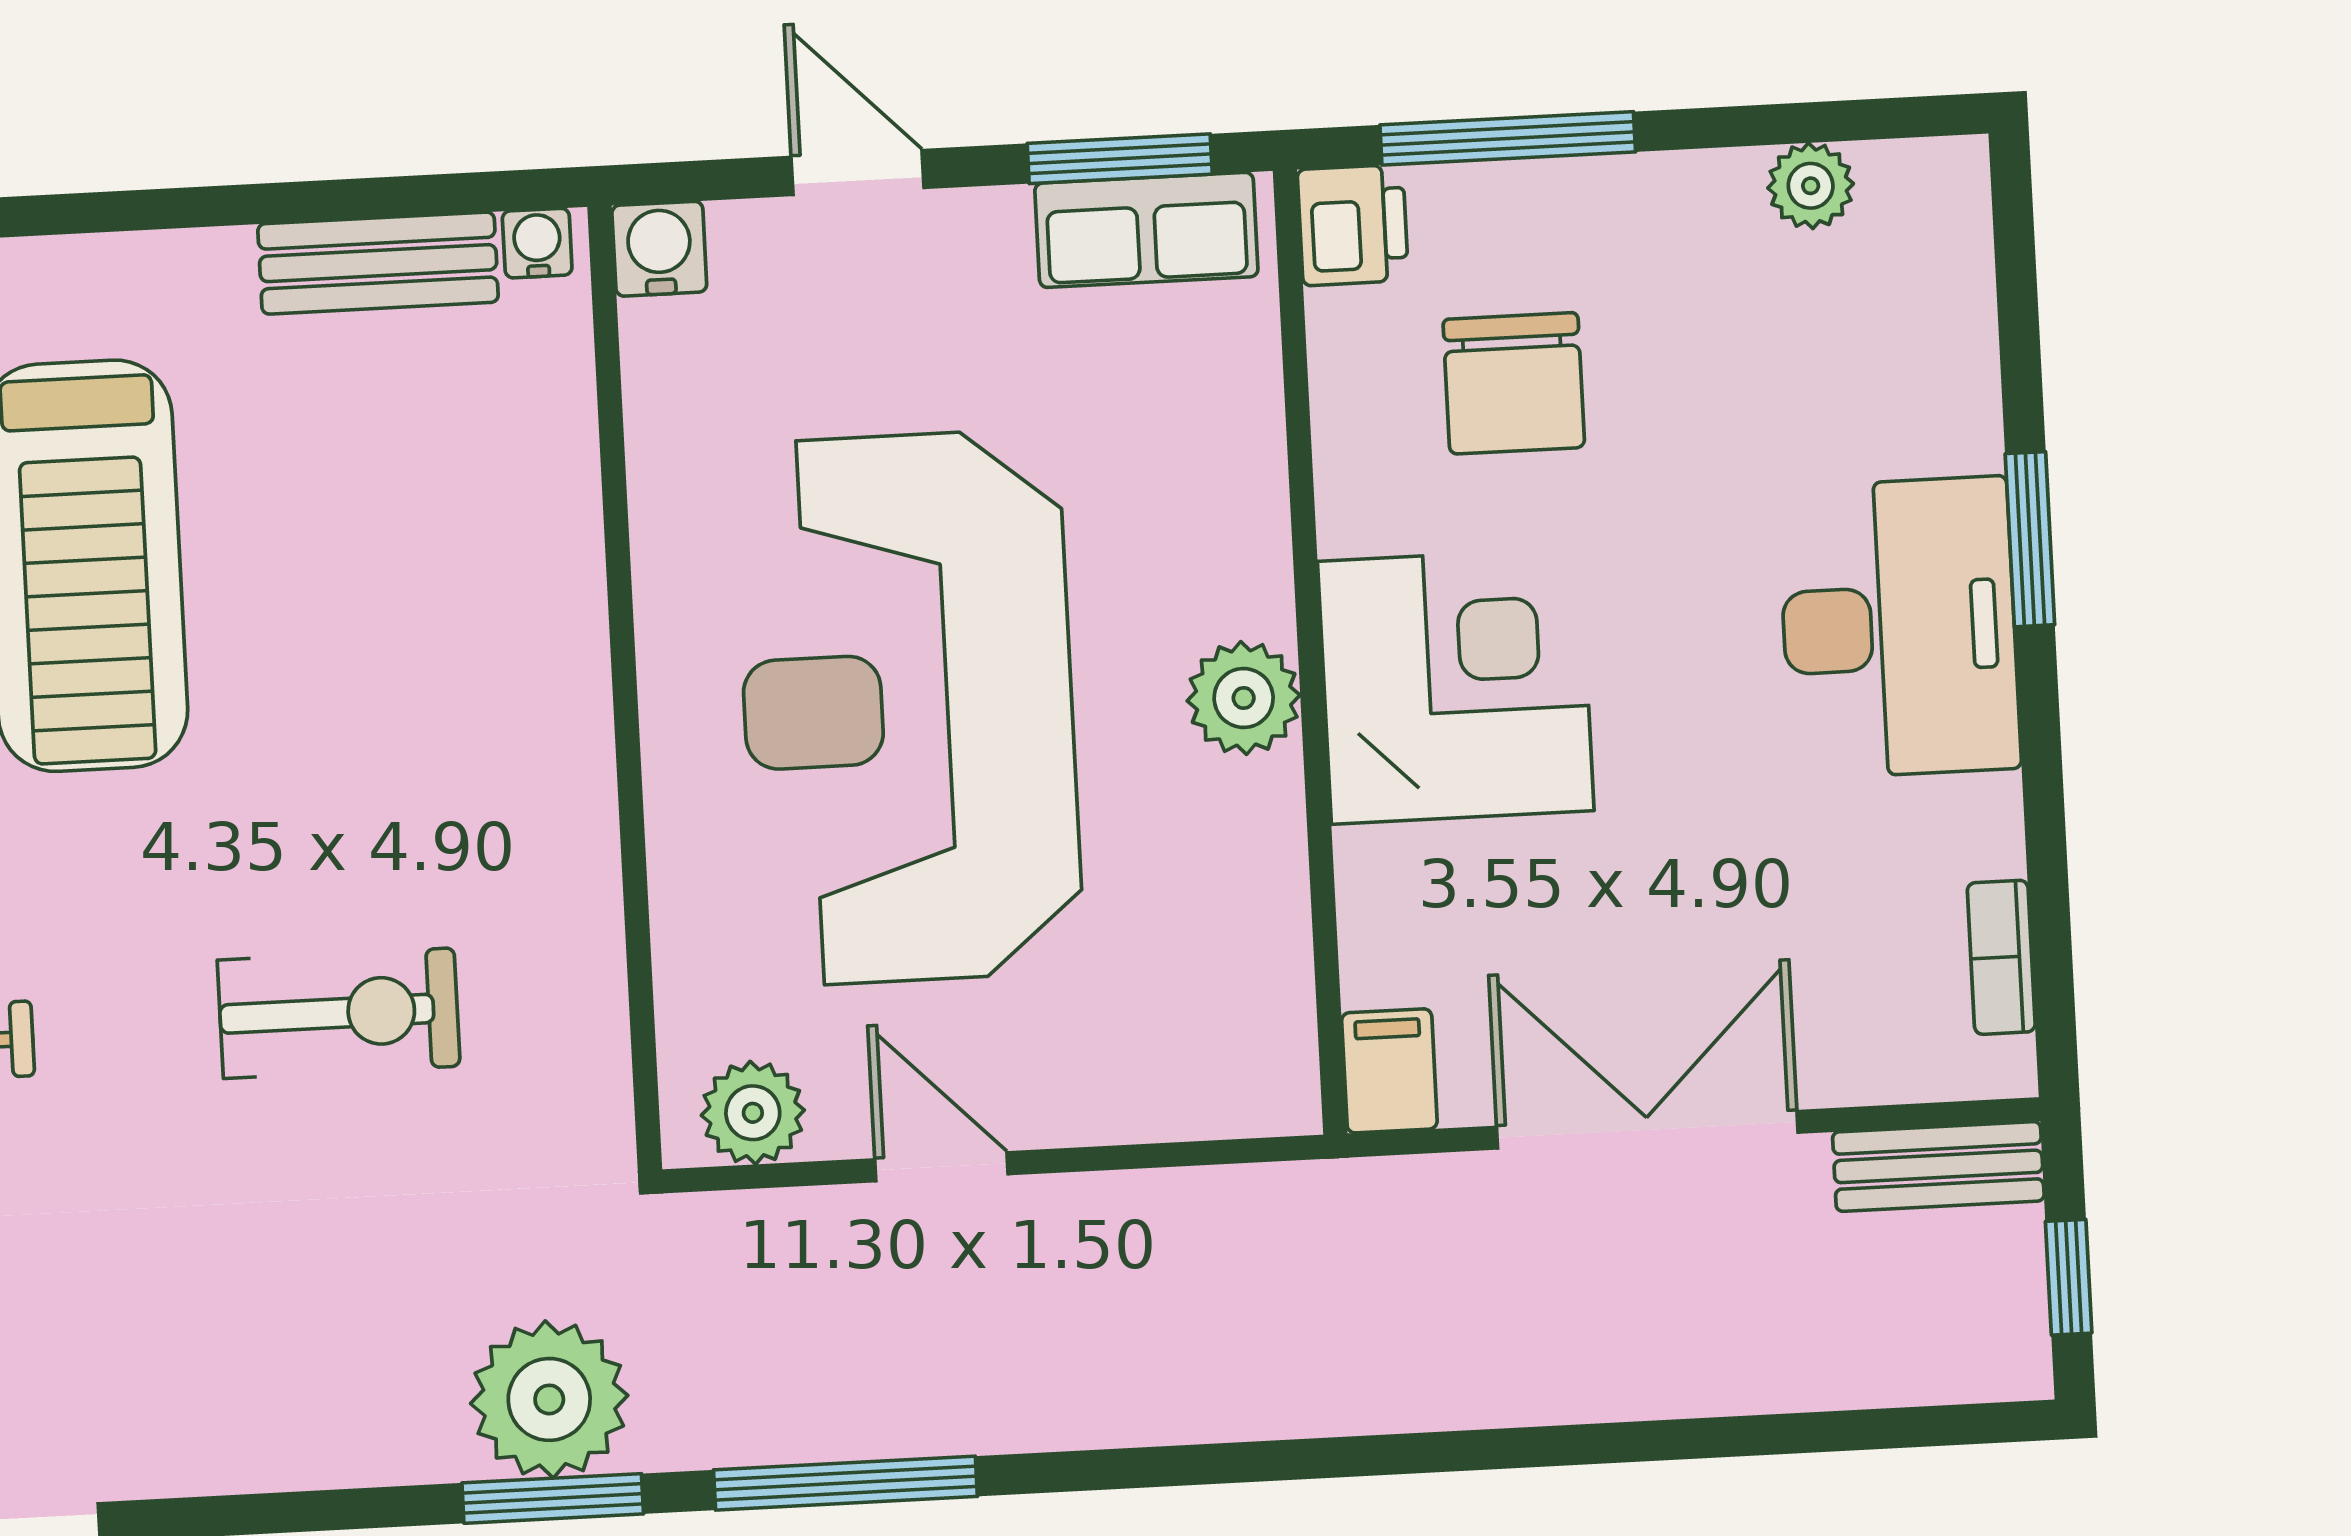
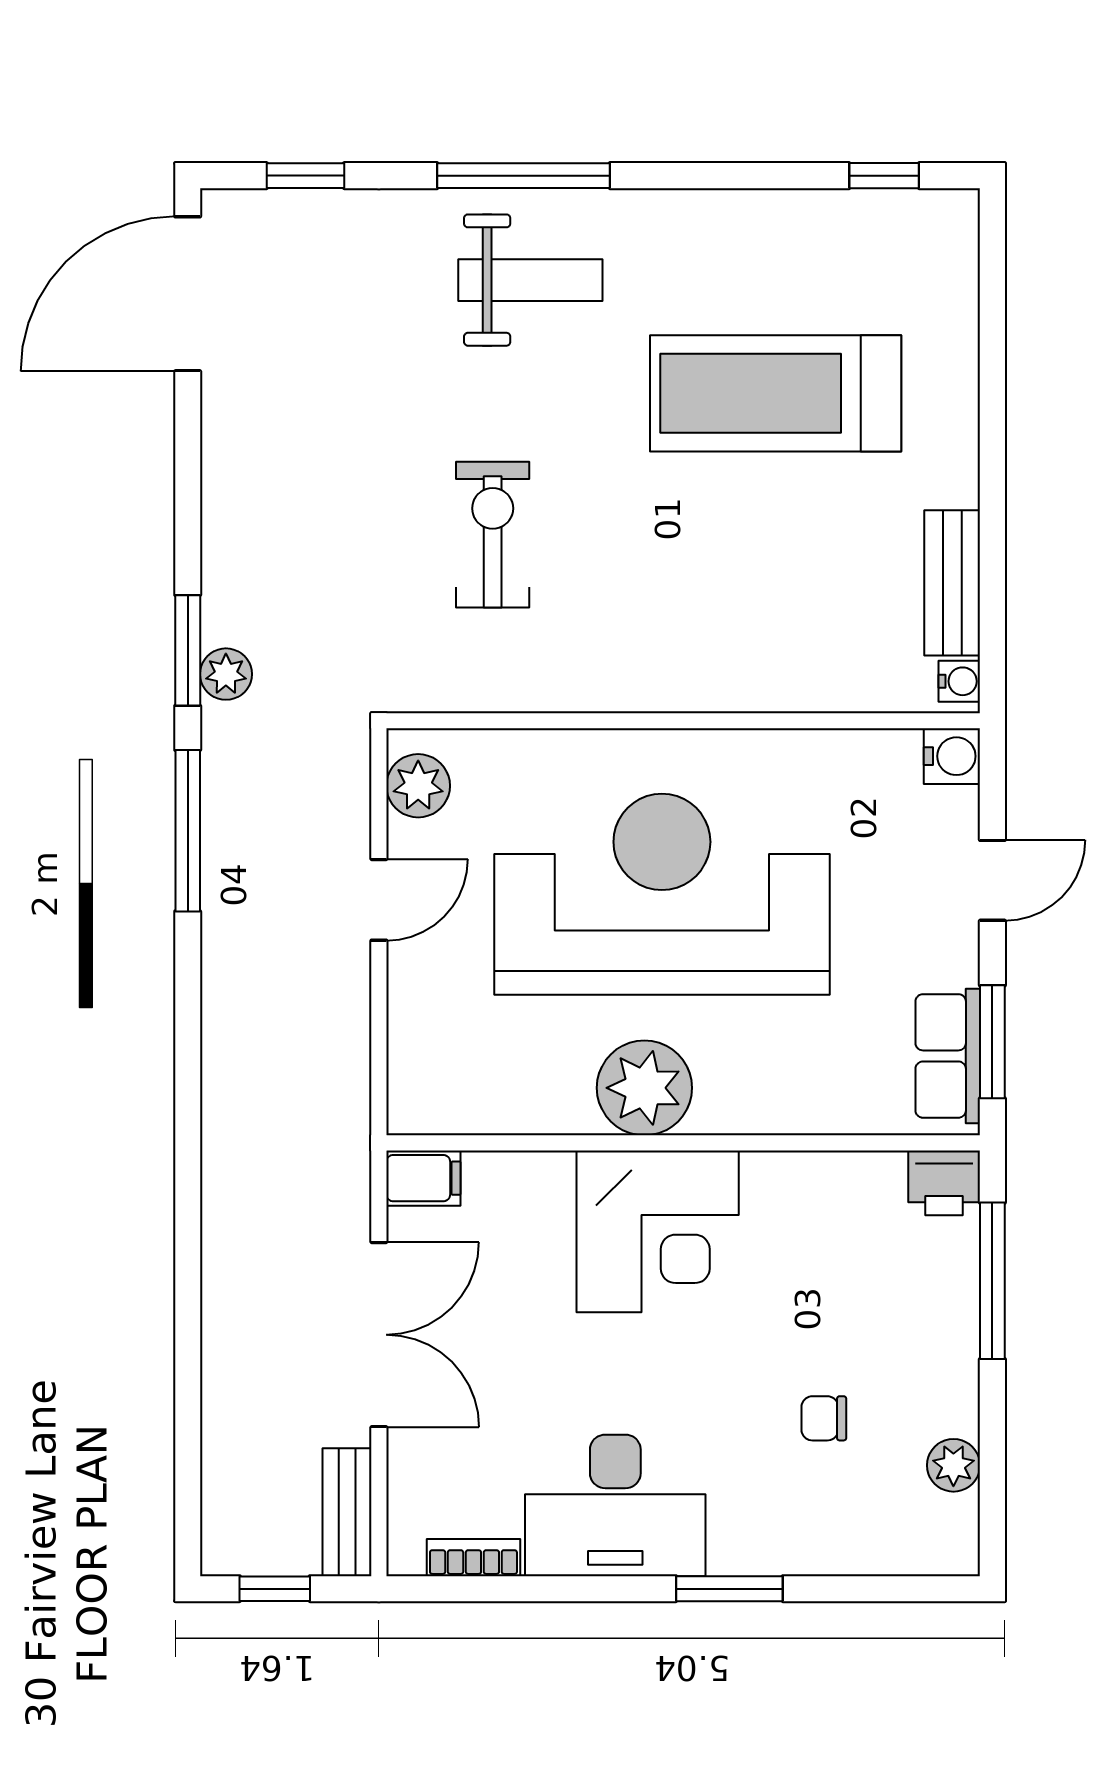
chair: (1514, 383) -> (824, 1418), moved, width x0.54, depth x0.54
desk: (1899, 628) -> (615, 1505), moved
plant: (1244, 698) -> (644, 1088), width x1.36, depth x1.36
exercise bike: (339, 1013) -> (493, 535), turned 180
plant: (549, 1399) -> (226, 674), width x0.53, depth x0.53

